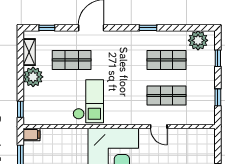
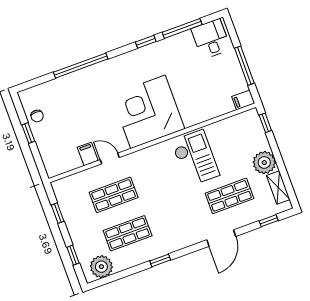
checkout: (88, 101) -> (195, 158), turned 180
filing cabinet: (175, 137) -> (88, 154), added

